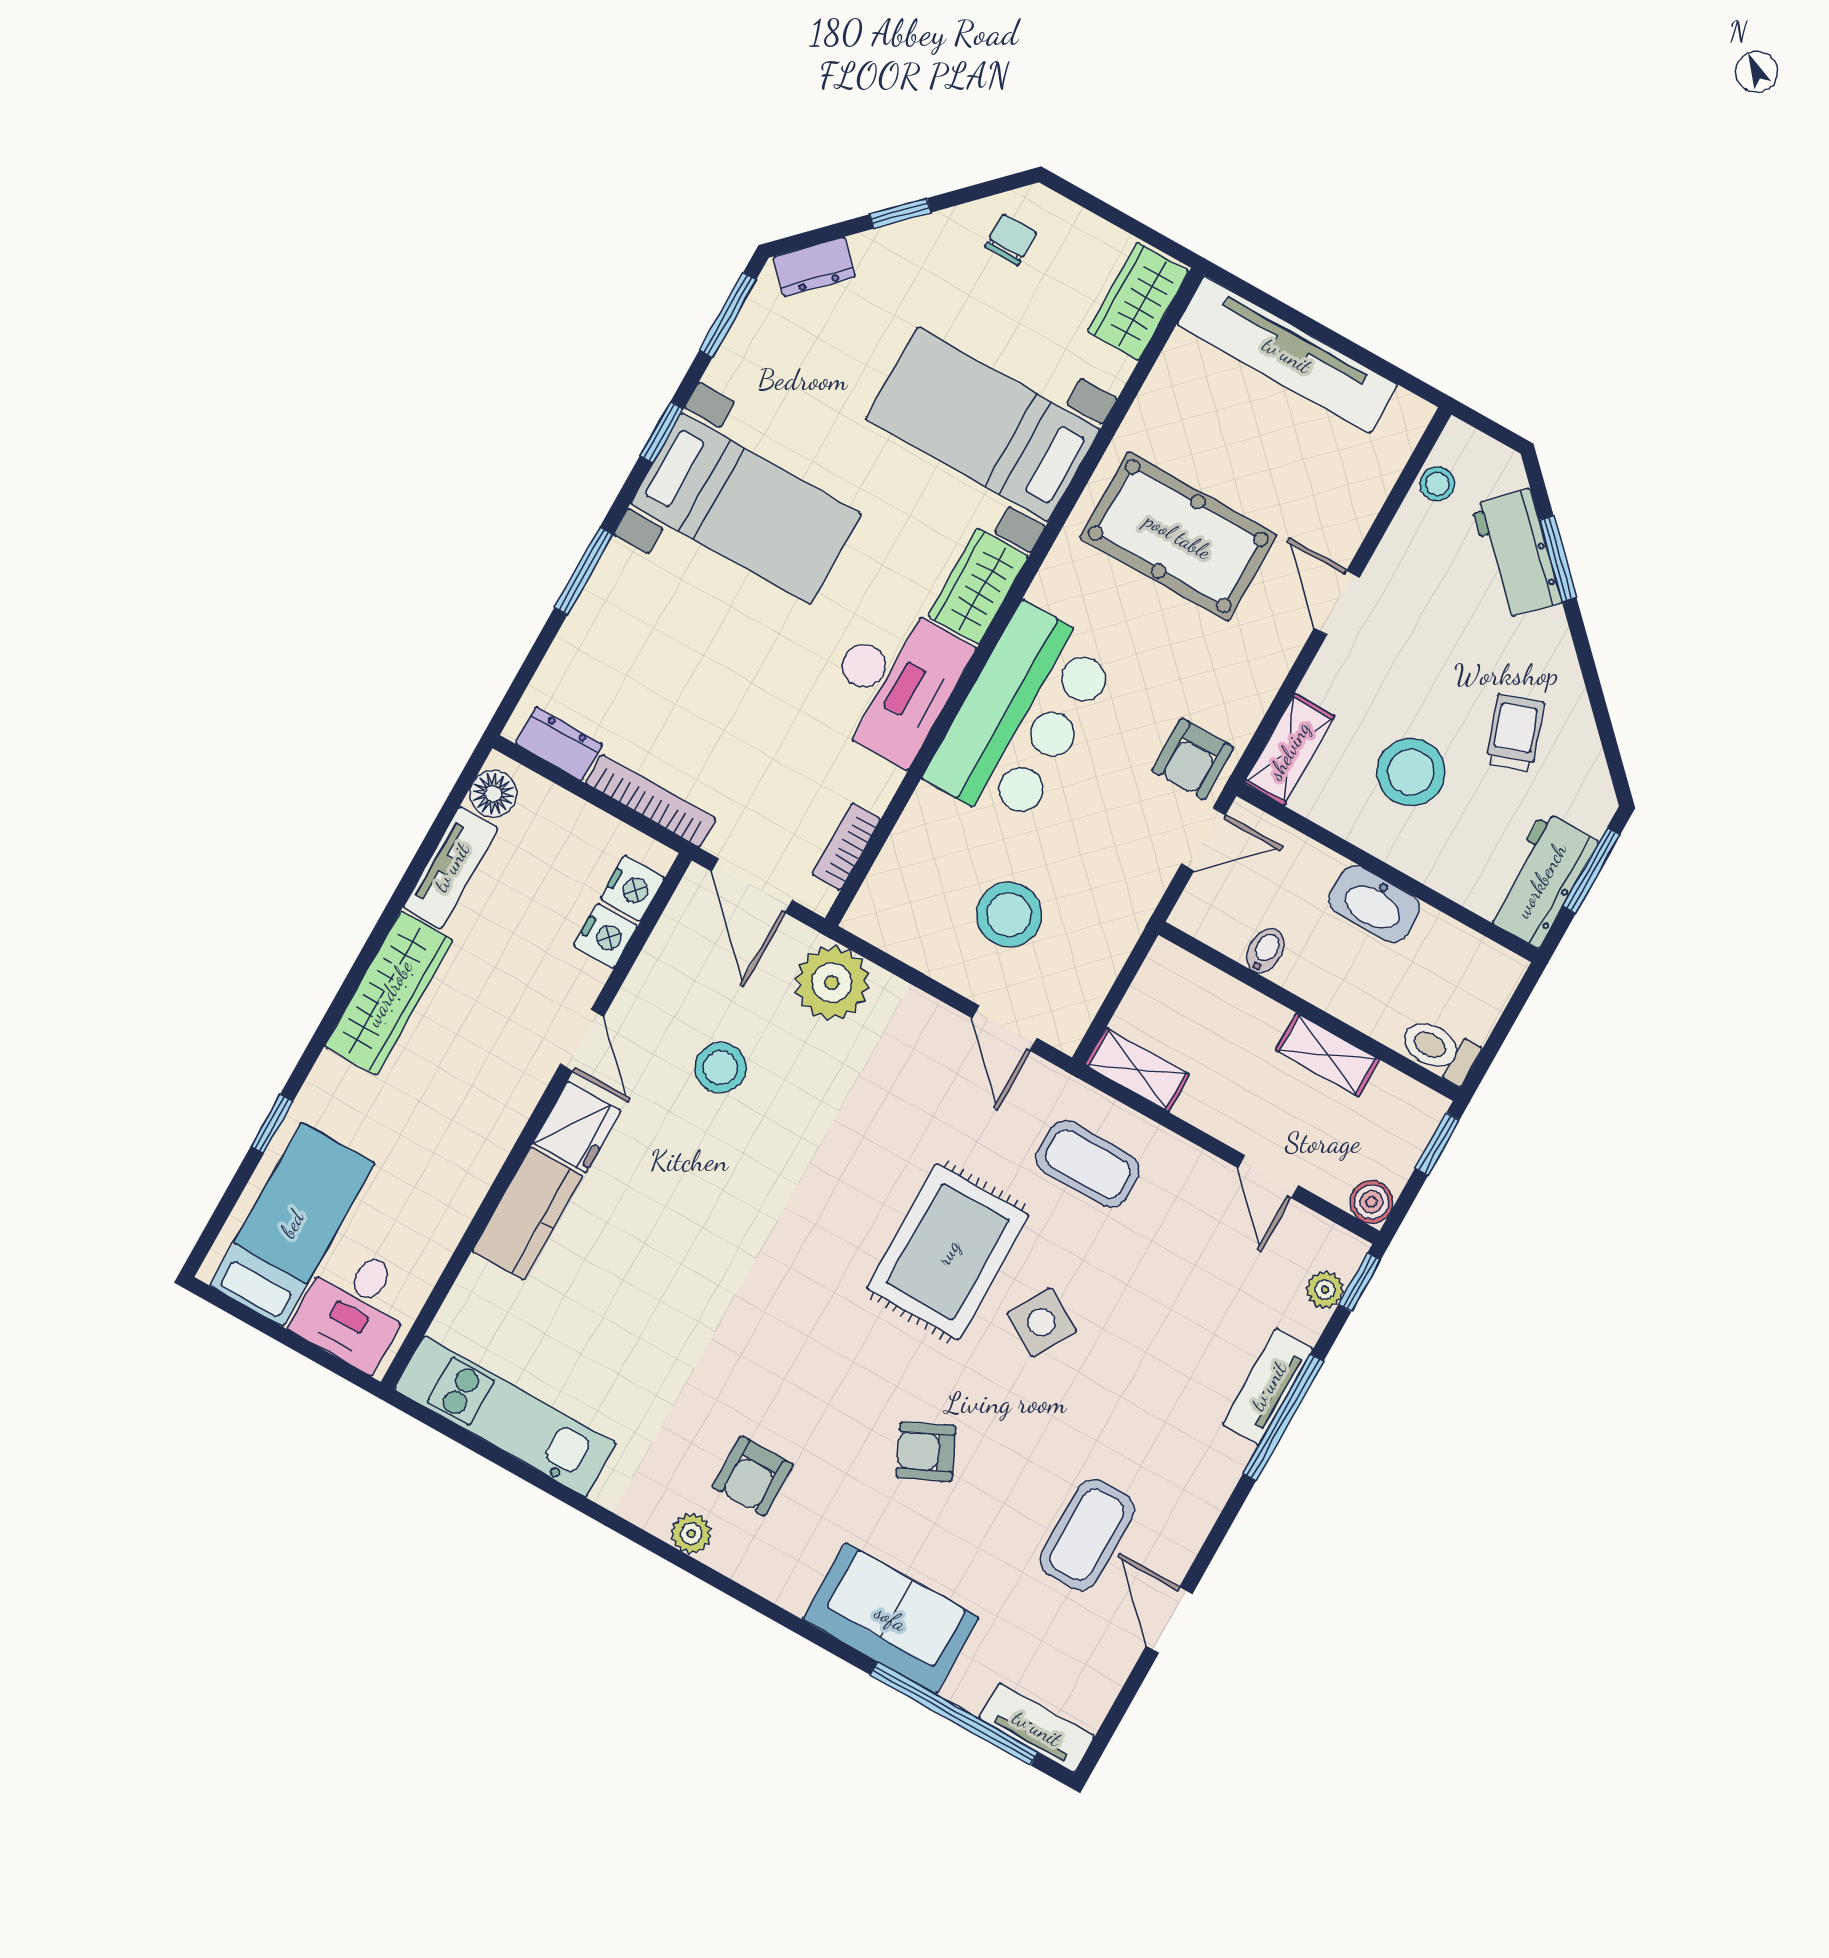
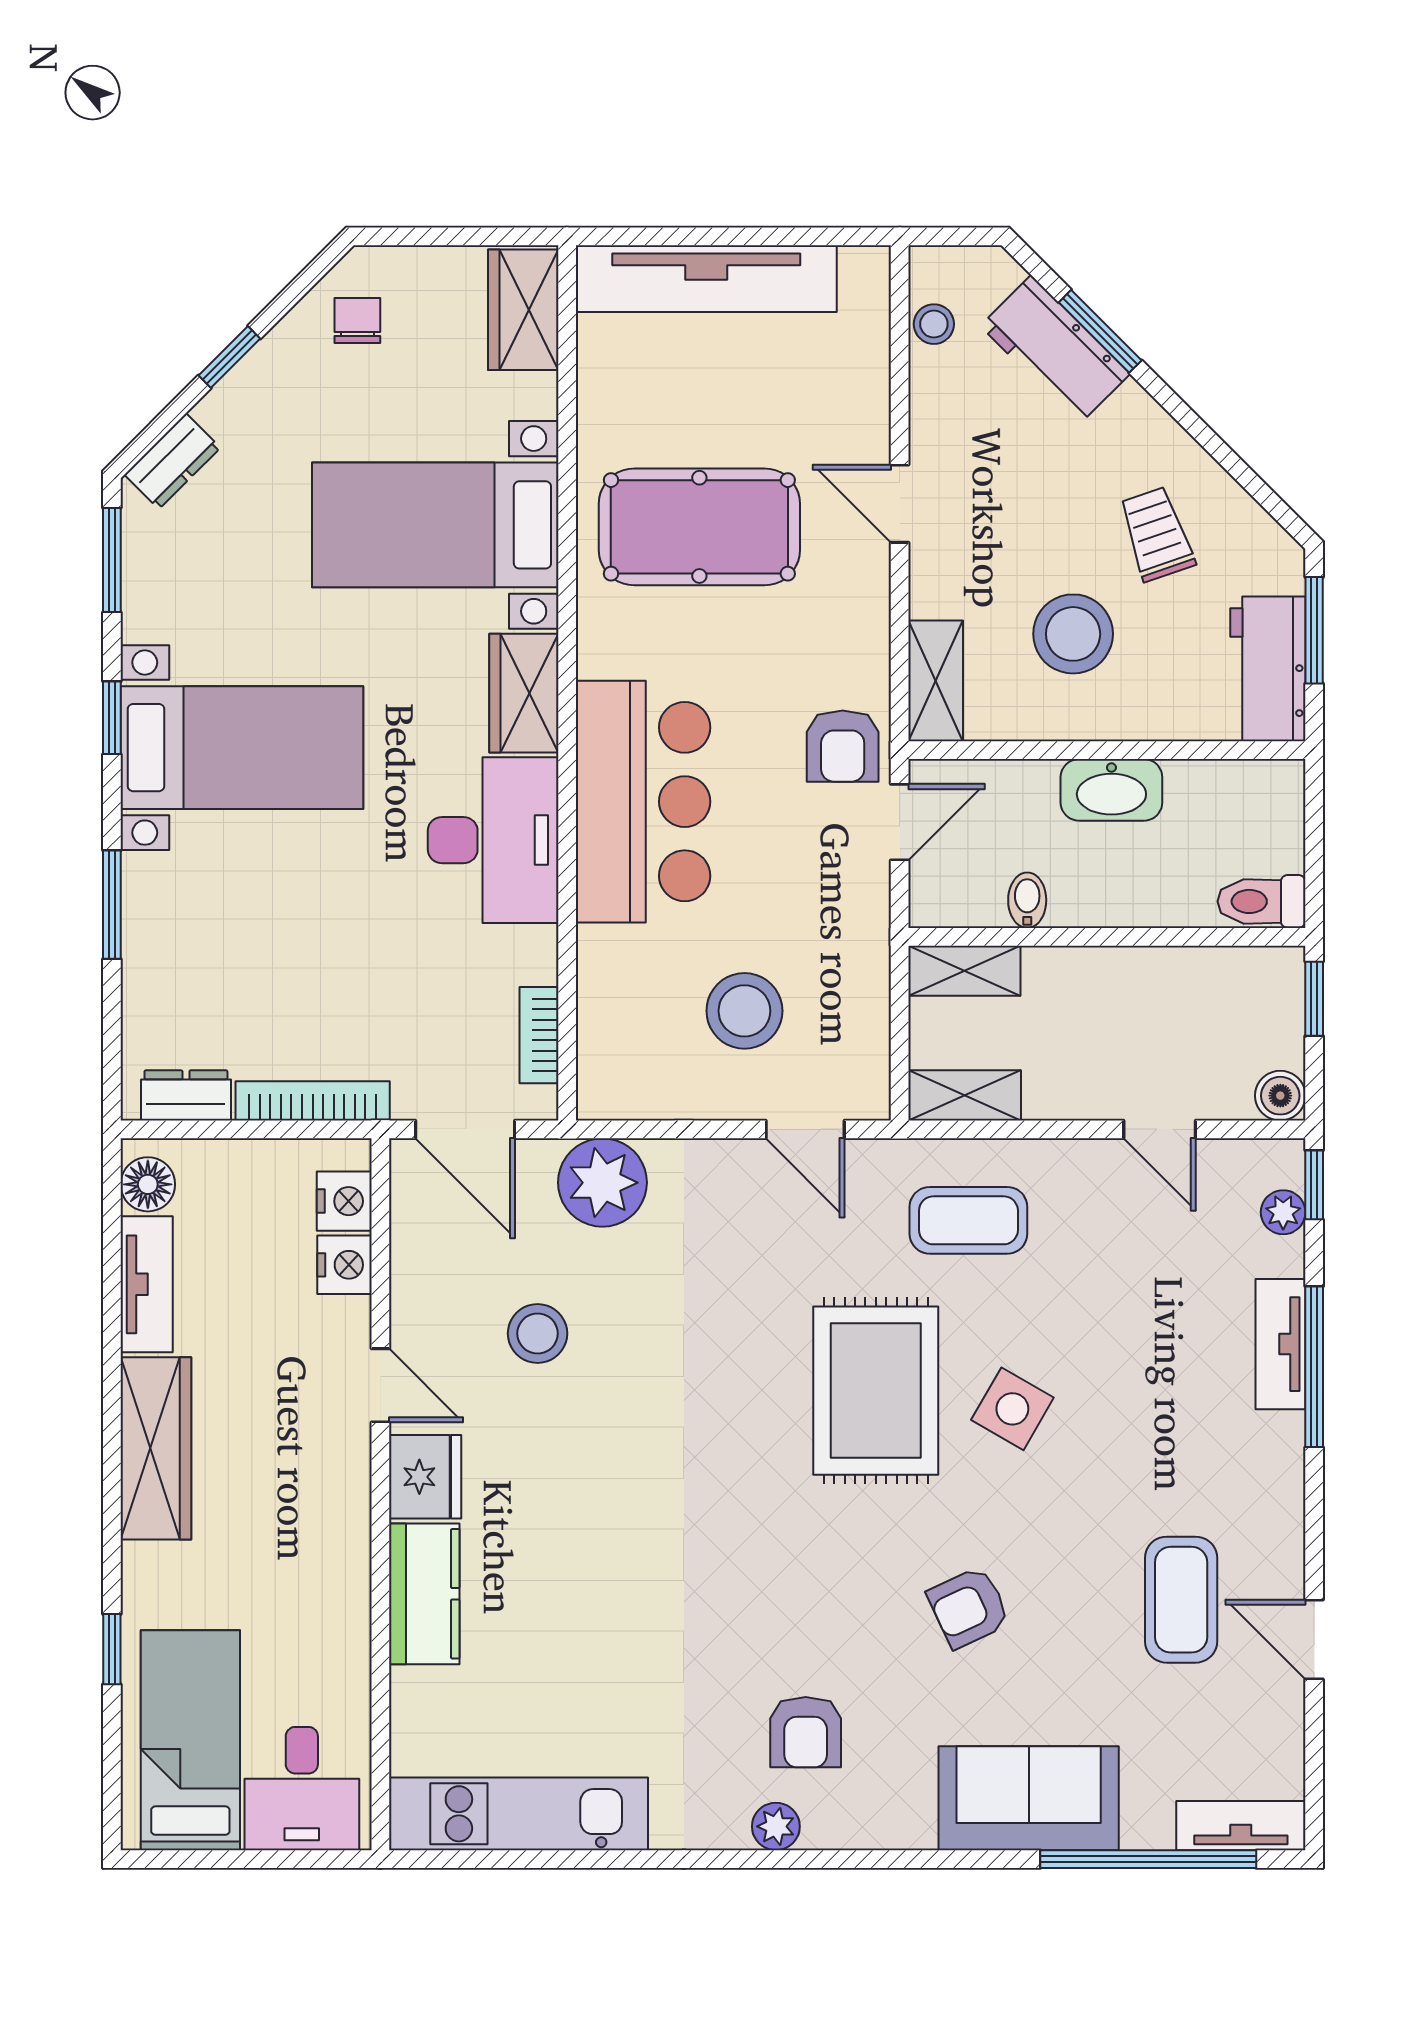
shelving: (1327, 1055) -> (964, 971), moved

